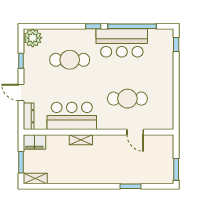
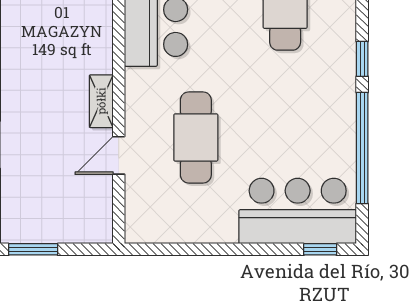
bar counter: (122, 43) -> (298, 211), moved, turned 90
shelving: (81, 140) -> (101, 101), moved

